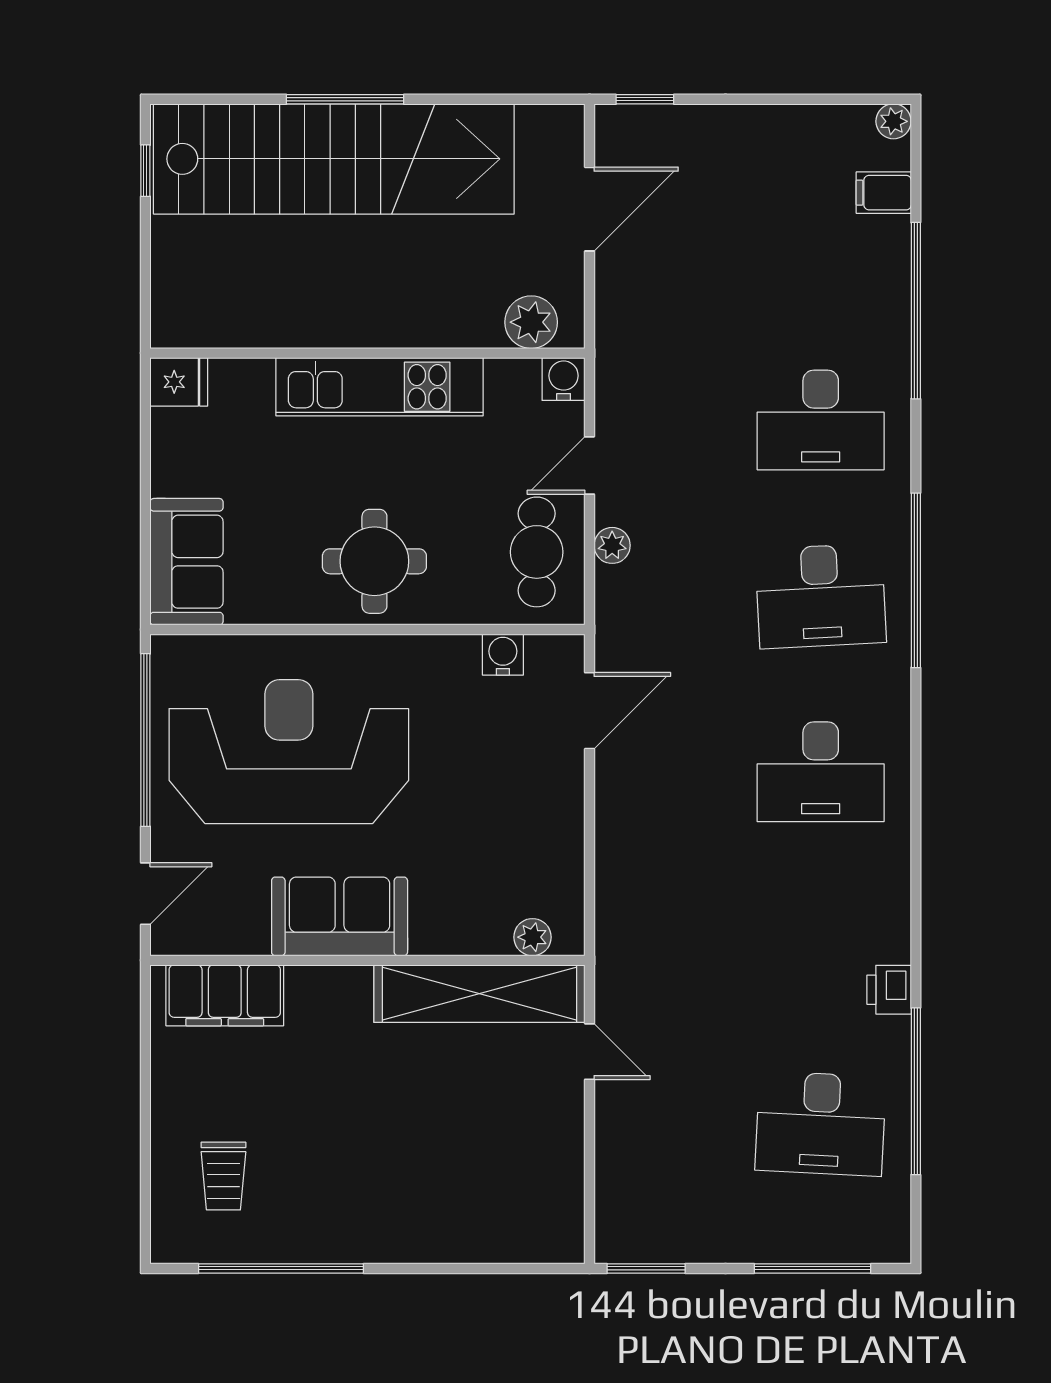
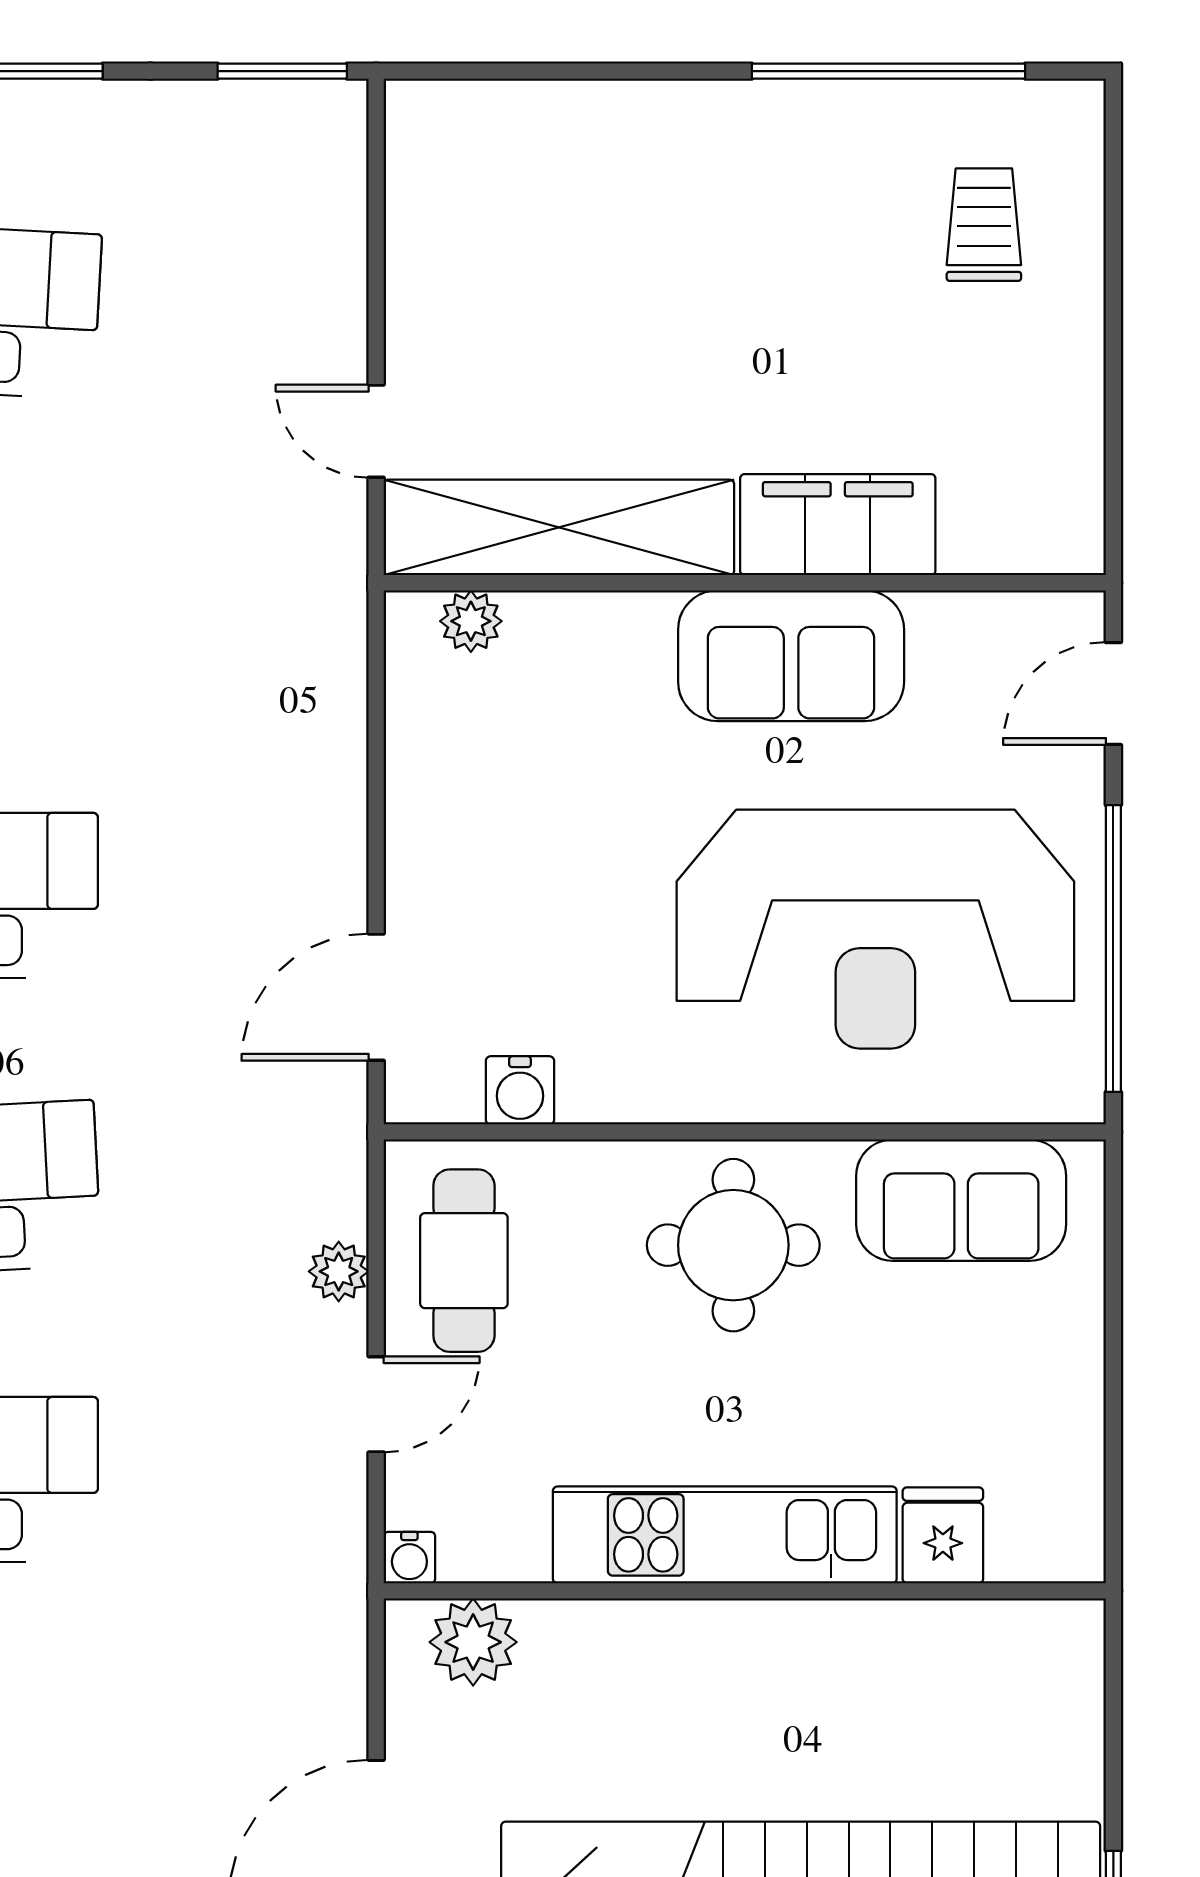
water cooler: (564, 379) -> (409, 1558), width x0.72, depth x0.72
fridge: (179, 382) -> (943, 1535), moved, turned 90
sofa: (187, 562) -> (961, 1200), moved, turned -90
filing cabinet: (225, 995) -> (838, 525), moved

